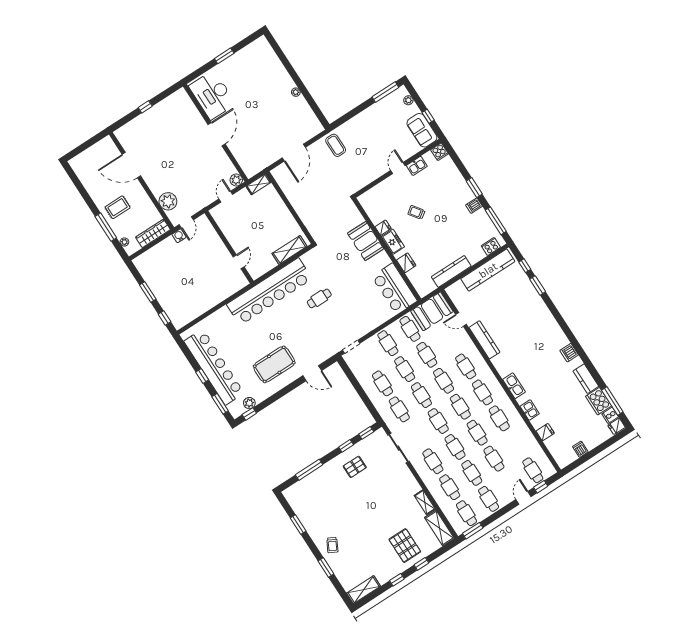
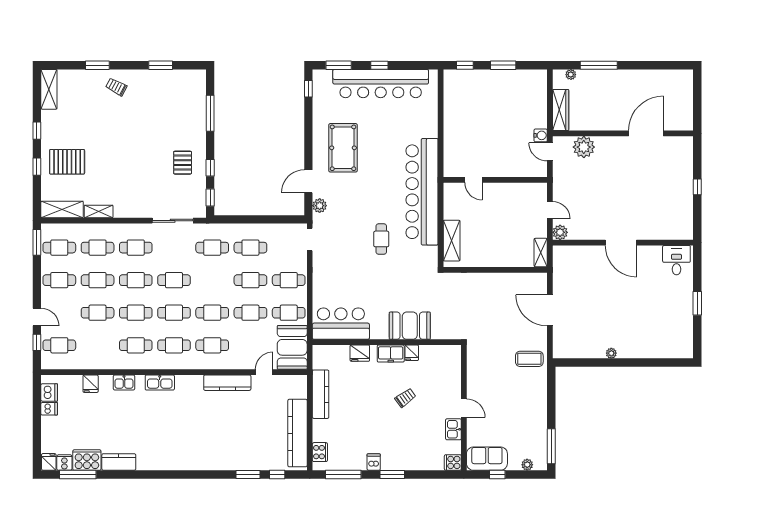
desk: (212, 95) -> (676, 260), width x0.53, depth x0.77
rug: (118, 207) -> (611, 91), removed
dishwasher: (569, 353) -> (49, 392), moved, turned 90
cafe table: (421, 395) -> (212, 280), removed
plant: (249, 403) -> (320, 206), moved

